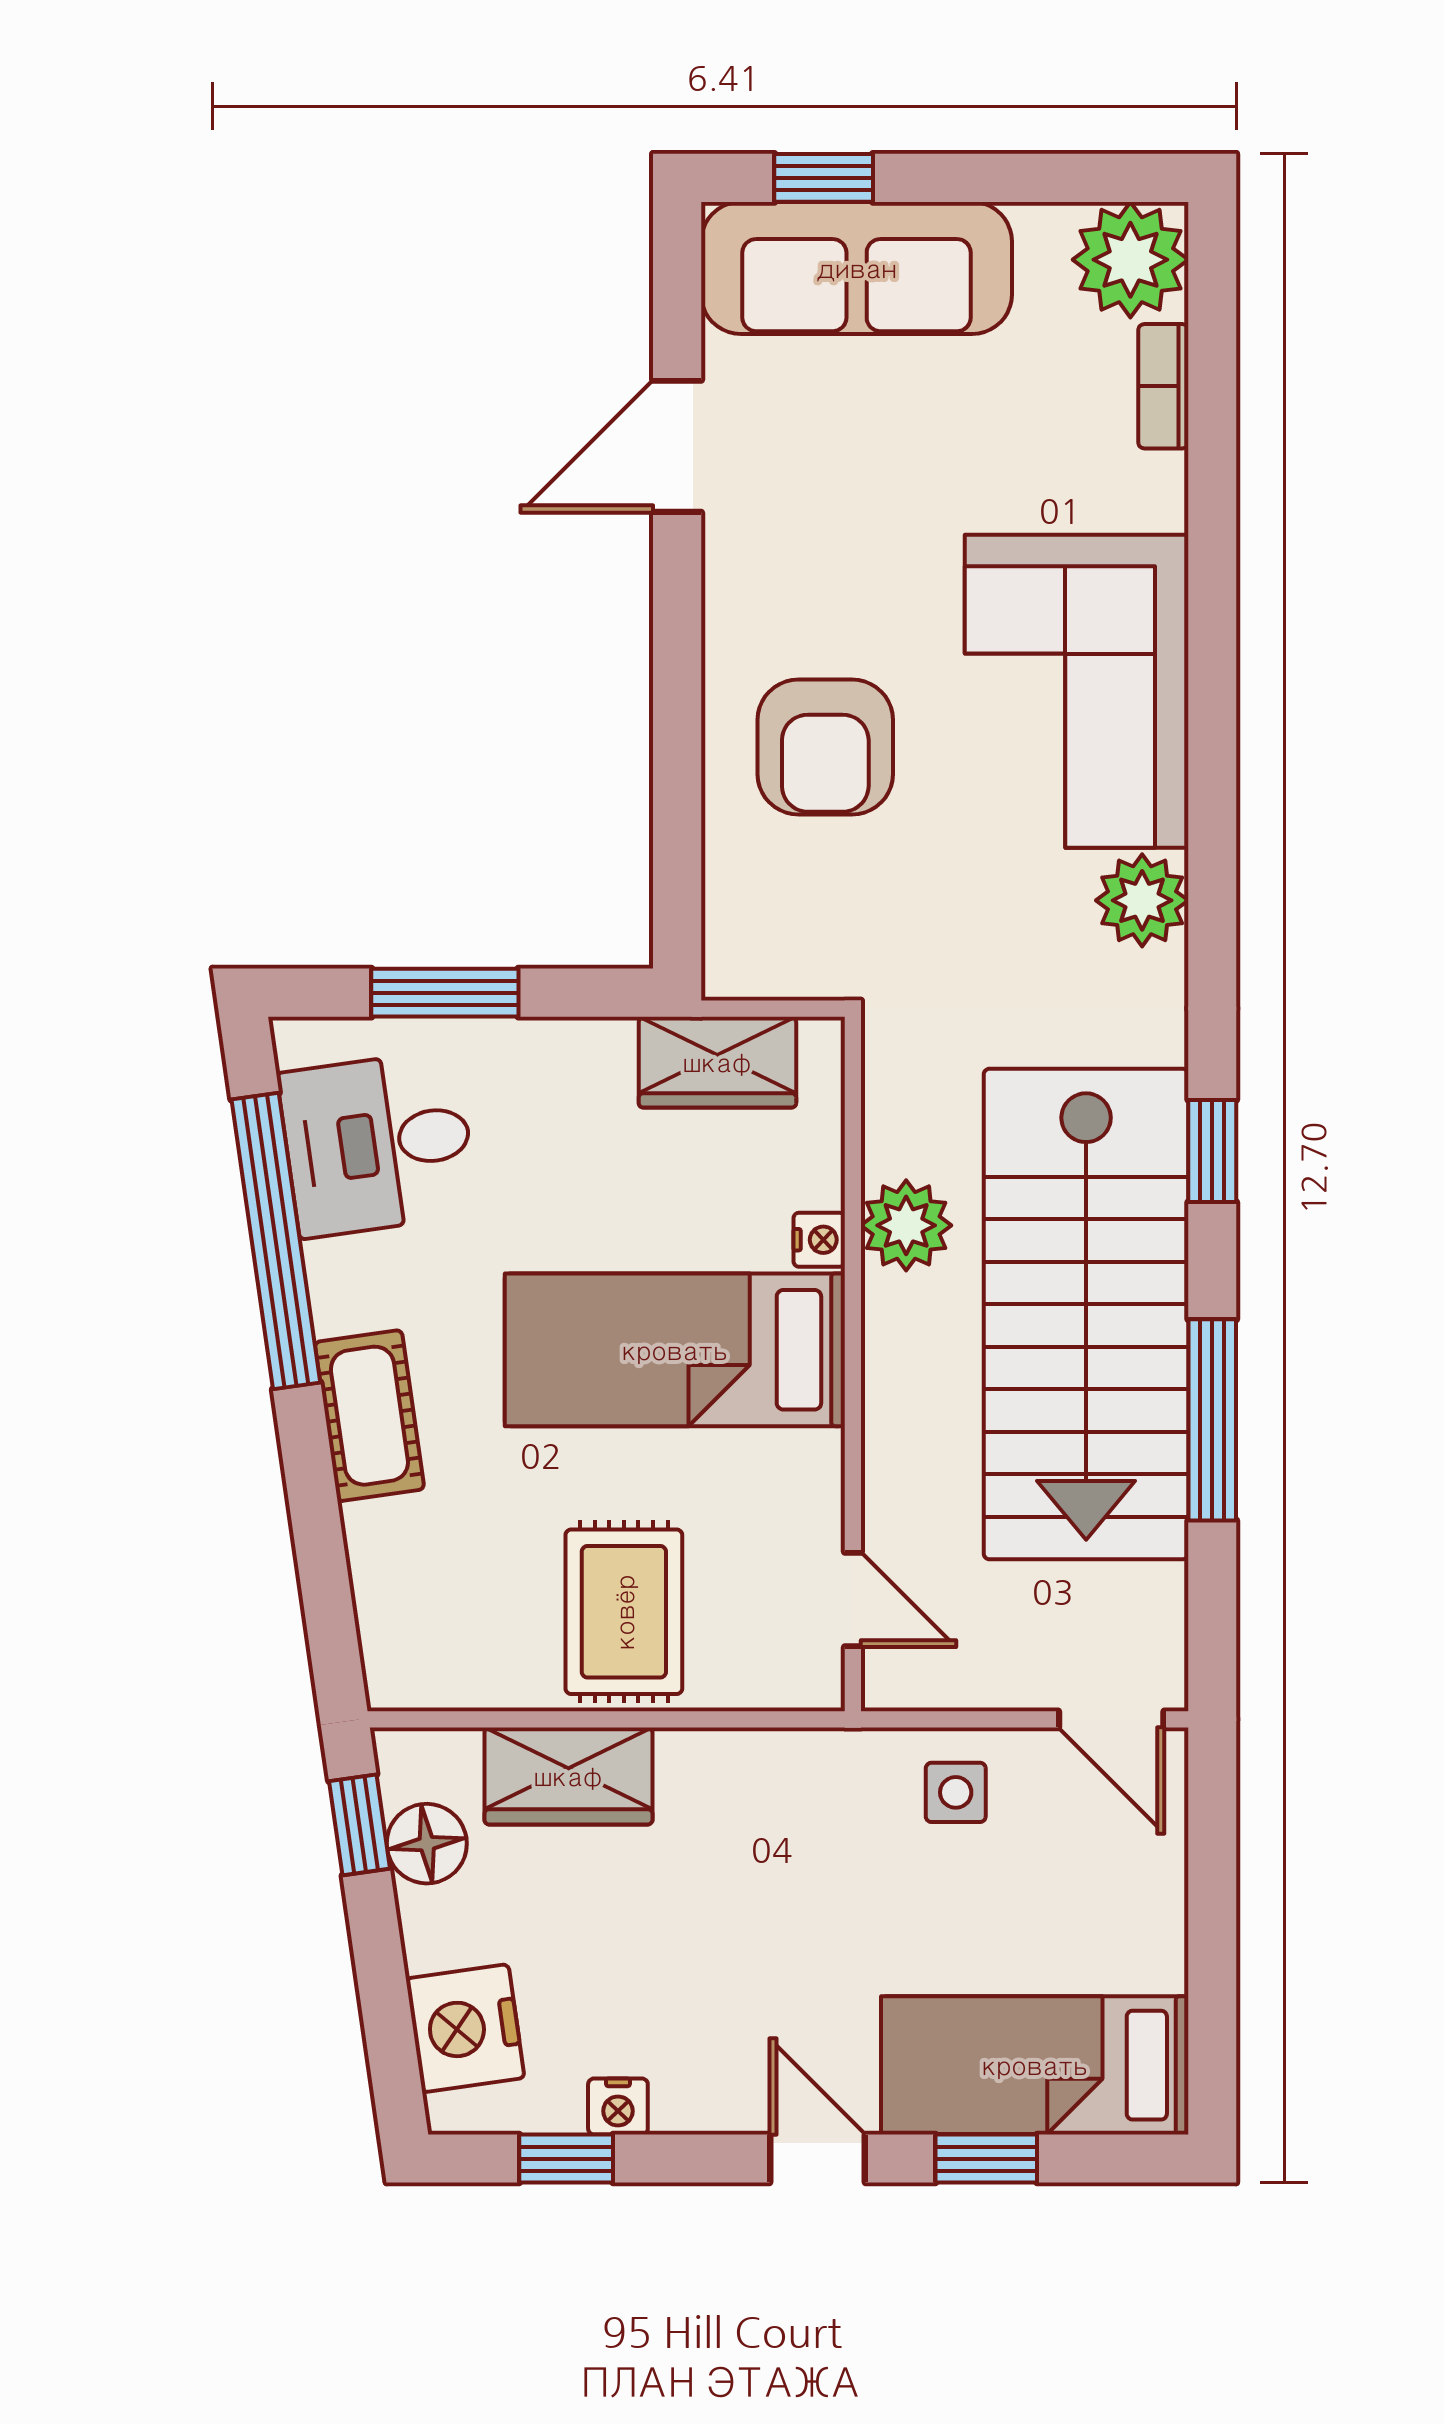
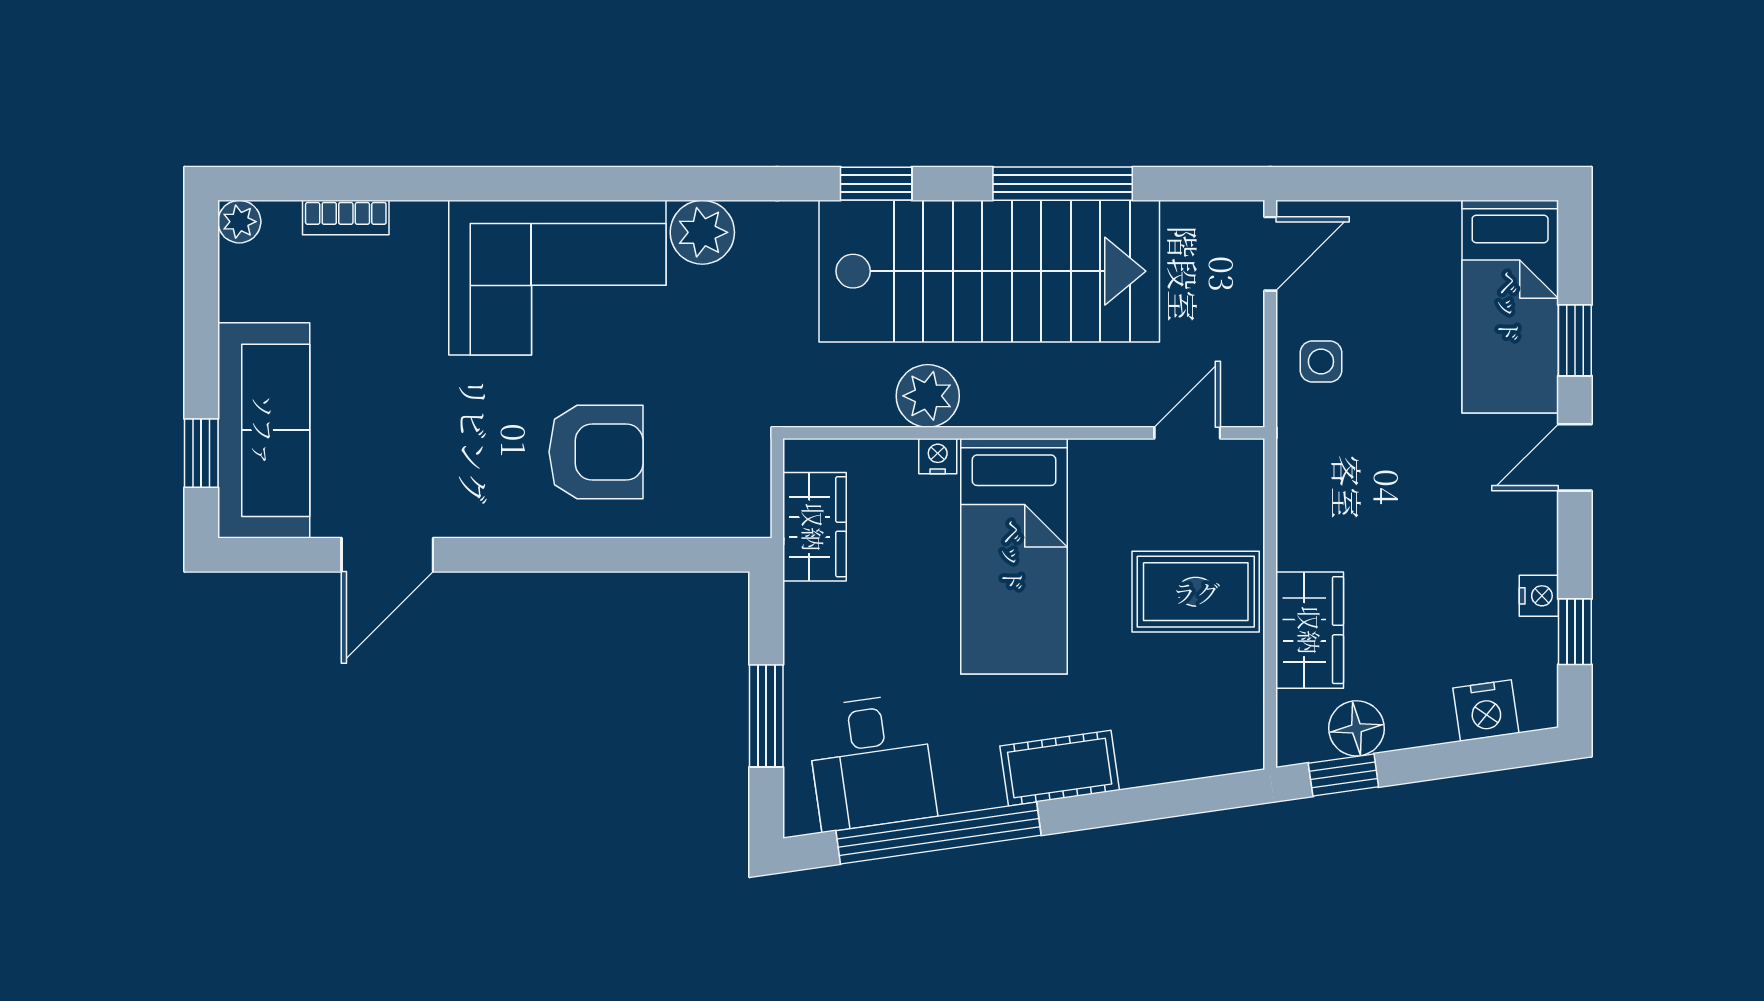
plant: (1130, 260) -> (239, 222), width x0.53, depth x0.53
door: (677, 446) -> (387, 555), hinge flipped
nightstand: (465, 2028) -> (1486, 710), width x0.74, depth x0.75

